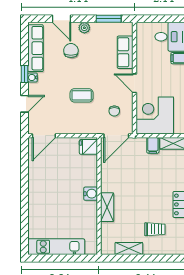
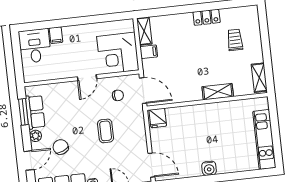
chair: (71, 51) -> (61, 147), turned 68
row of seats: (125, 52) -> (35, 112), moved, turned -90
water cooler: (91, 194) -> (209, 168), moved, turned 180
shelving: (129, 249) -> (259, 78), moved

